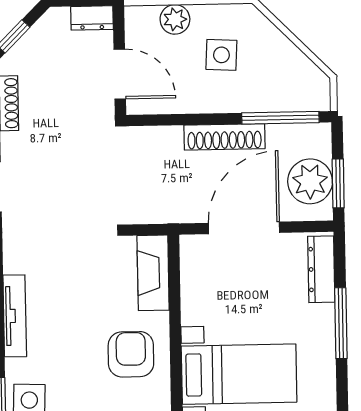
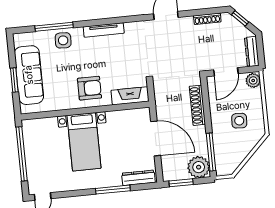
dresser: (92, 18) -> (252, 52), width x1.44
plant: (175, 19) -> (253, 80), moved
shoe rack: (224, 137) -> (197, 105), moved
plant: (310, 181) -> (199, 167), moved

